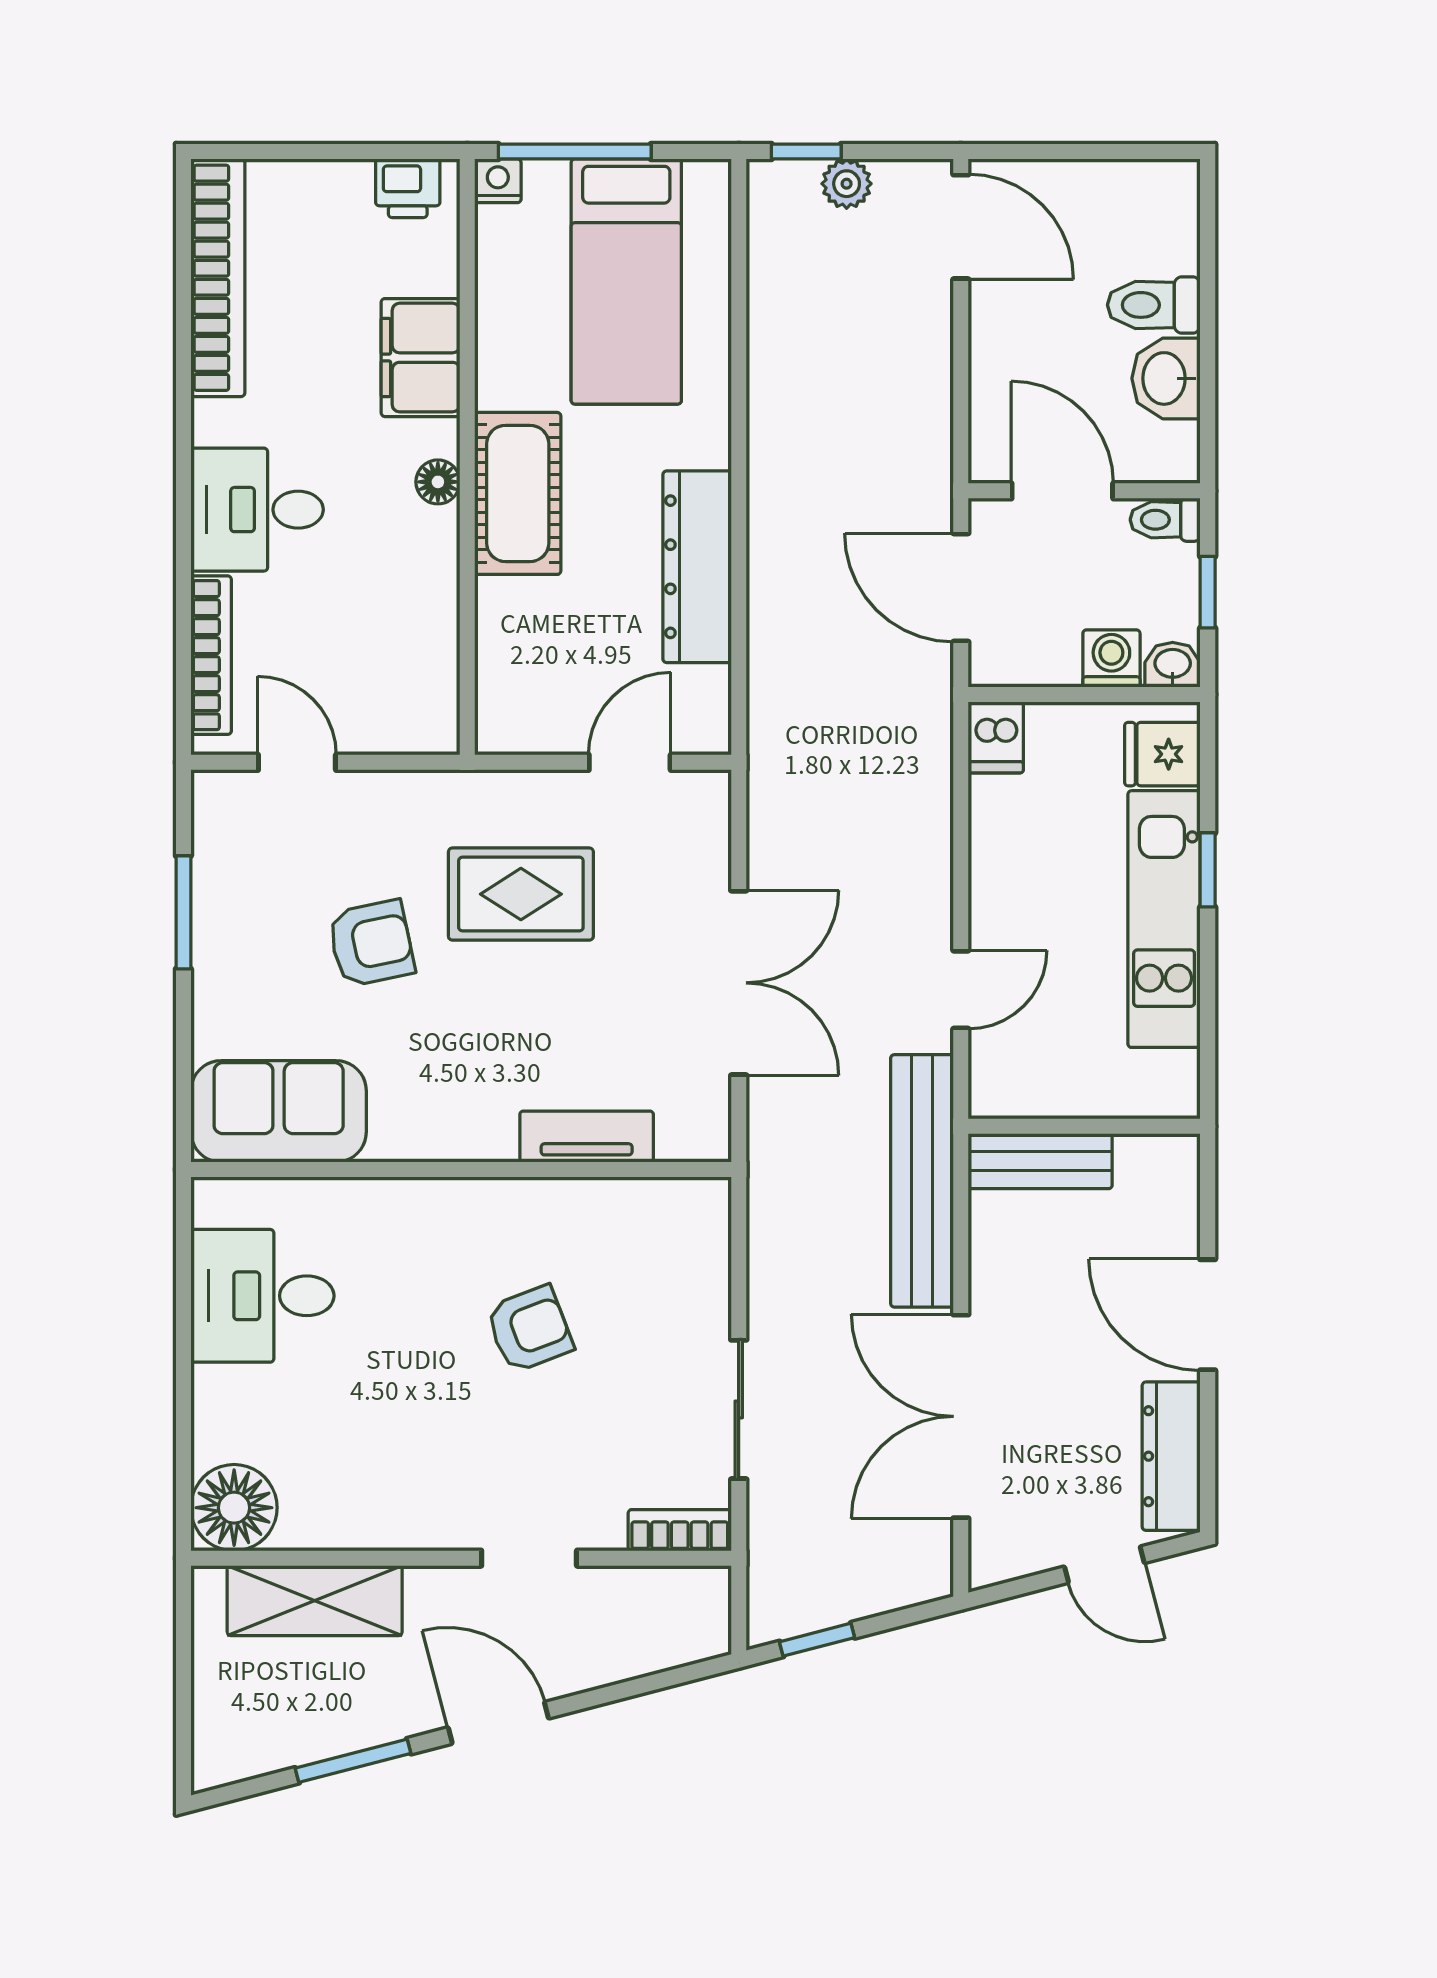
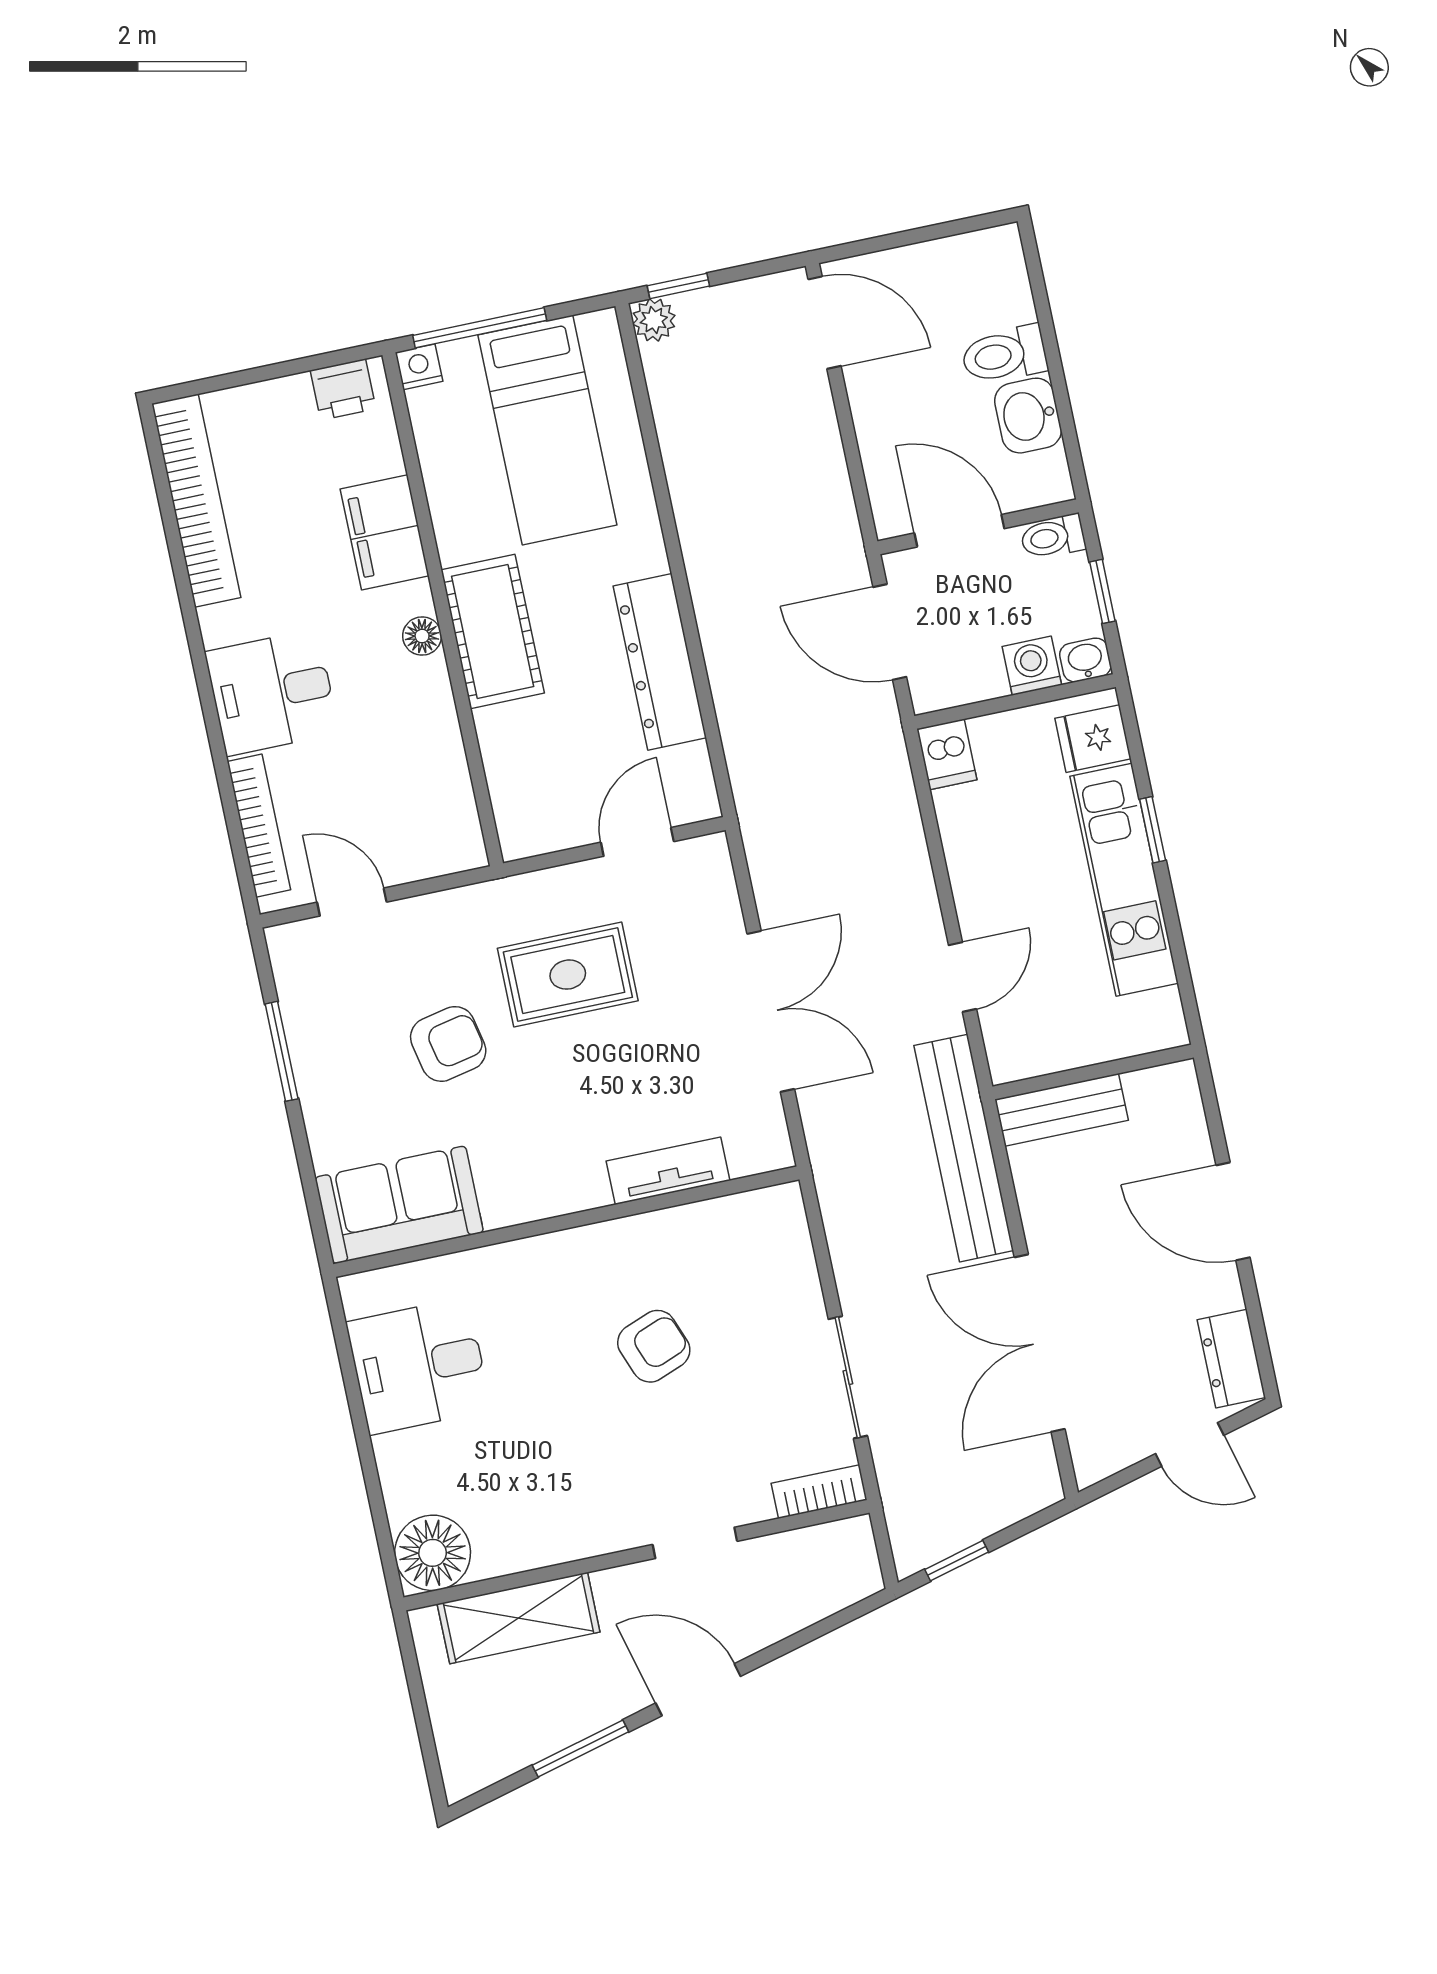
plant: (847, 184) -> (654, 320), moved
dresser: (1171, 1456) -> (1231, 1359), width x0.70

